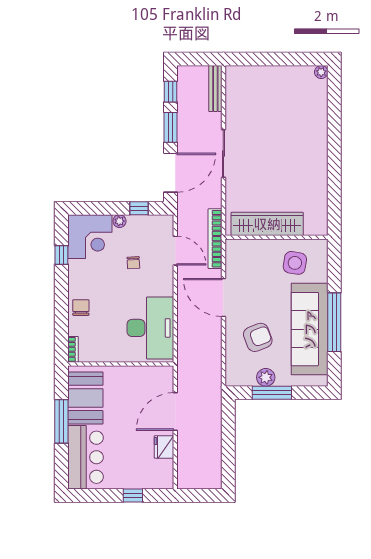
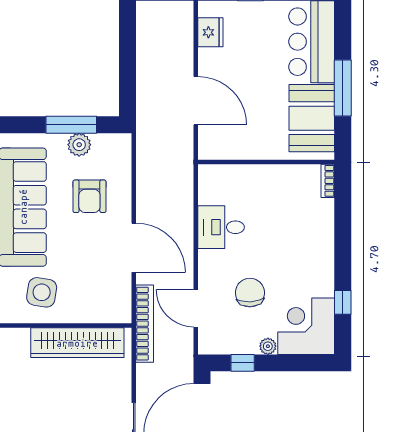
chair: (133, 263) -> (250, 293), width x1.87, depth x1.87
chair: (81, 308) -> (318, 235), removed
desk: (150, 328) -> (221, 227), width x0.53, depth x0.77
armchair: (258, 337) -> (89, 196), turned -69
door: (175, 411) -> (196, 101), hinge flipped
fridge: (164, 447) -> (210, 32), moved

